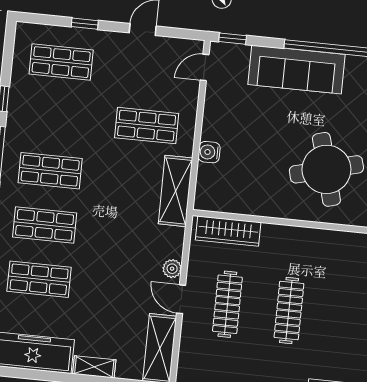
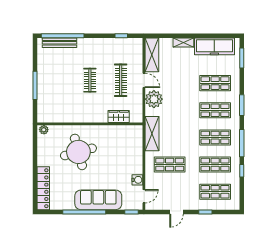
shop shelf: (56, 116) -> (215, 165), added
water cooler: (209, 152) -> (137, 180), moved
wardrobe: (228, 231) -> (119, 116), width x0.67
plant: (172, 269) -> (154, 99), width x1.88, depth x1.88
clothes rail: (289, 310) -> (90, 80), width x0.73

